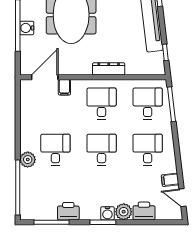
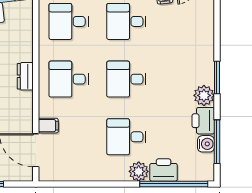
dresser: (109, 69) -> (25, 76), width x0.70
printer: (144, 211) -> (164, 170), moved, turned 90
plant: (124, 212) -> (204, 95), moved
water cooler: (107, 213) -> (206, 144), moved

